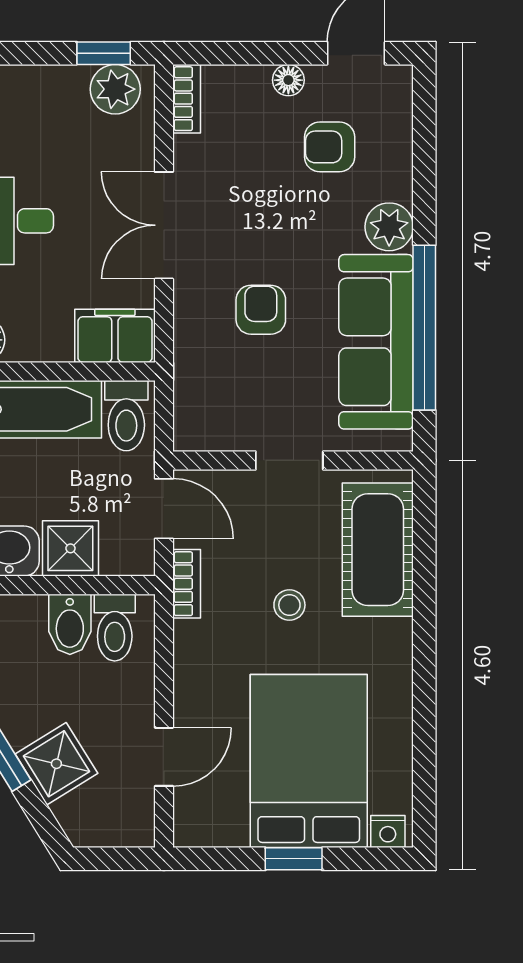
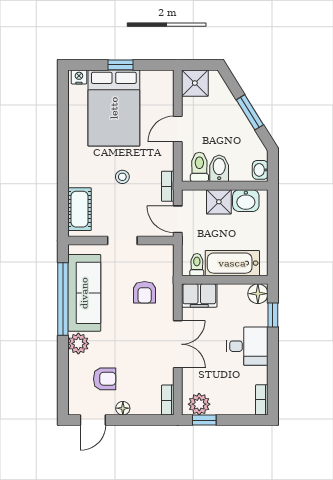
armchair: (261, 310) -> (145, 292), moved
toilet: (126, 416) -> (197, 265), width x0.73, depth x0.72
cot: (378, 550) -> (79, 209), width x0.73, depth x0.75
door: (164, 757) -> (178, 129), moved
shower: (56, 764) -> (195, 83), moved, turned 32

